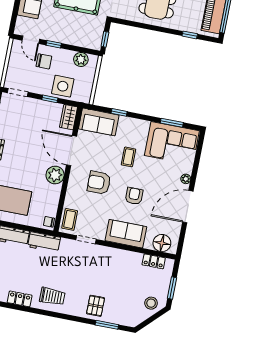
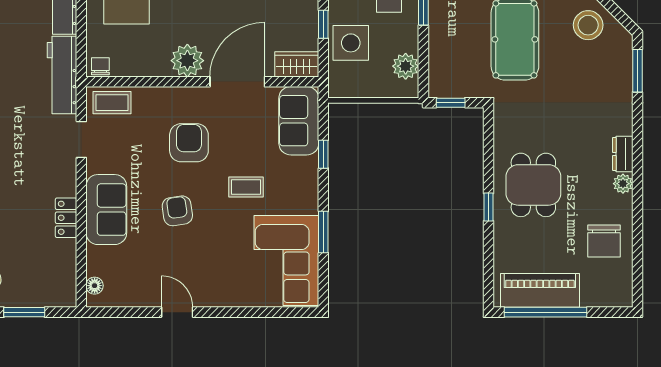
window: (190, 35) -> (489, 207), moved
window: (172, 123) -> (323, 232), moved
plant: (186, 179) -> (227, 298), removed
armchair: (134, 196) -> (177, 211), turned -98
door: (188, 207) -> (177, 312), width x0.53
workbench: (44, 242) -> (62, 75), width x1.38
floor lamp: (162, 243) -> (95, 286), width x0.53, depth x0.53
locker: (154, 261) -> (66, 218), moved

